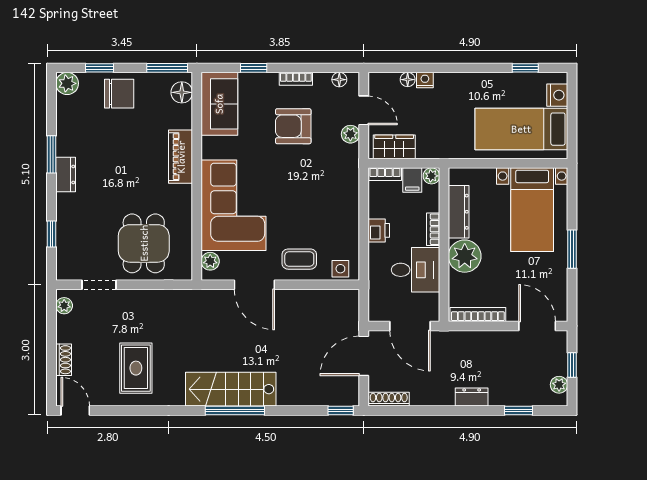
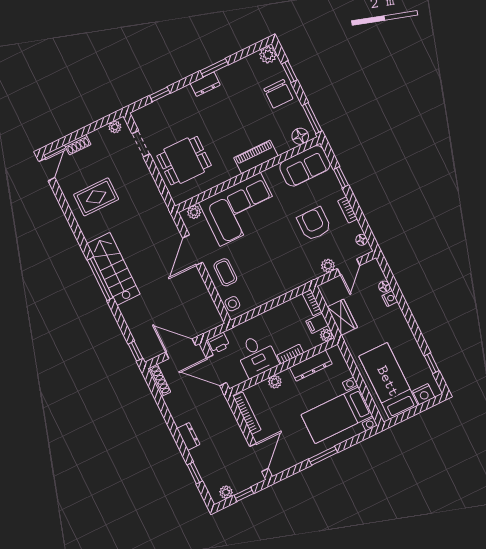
wardrobe: (394, 147) -> (342, 317), moved
printer: (379, 230) -> (219, 343), moved
plant: (465, 256) -> (275, 382), width x0.53, depth x0.53
door: (410, 326) -> (216, 370), hinge flipped

